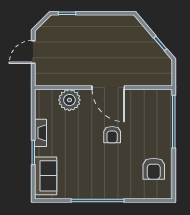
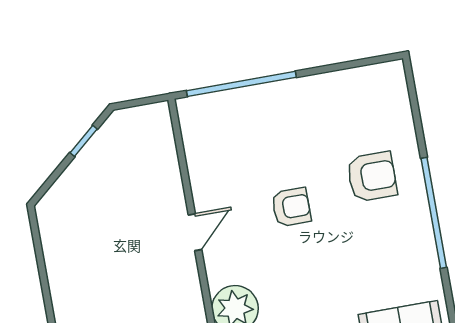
door: (108, 88) -> (195, 232), width x0.53
armchair: (154, 169) -> (372, 177), moved

